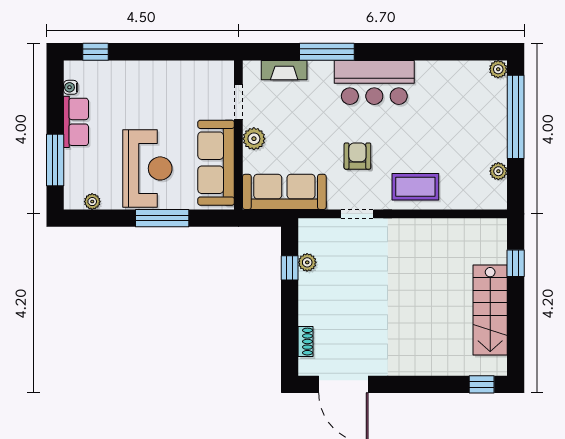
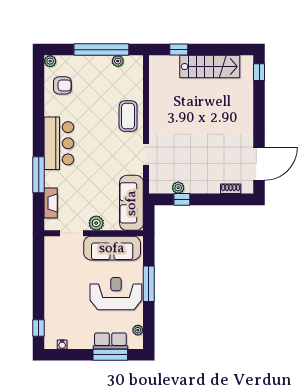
window: (516, 117) -> (101, 50), moved
row of seats: (76, 122) -> (110, 341), moved
armchair: (357, 156) -> (62, 85), moved, turned 180

